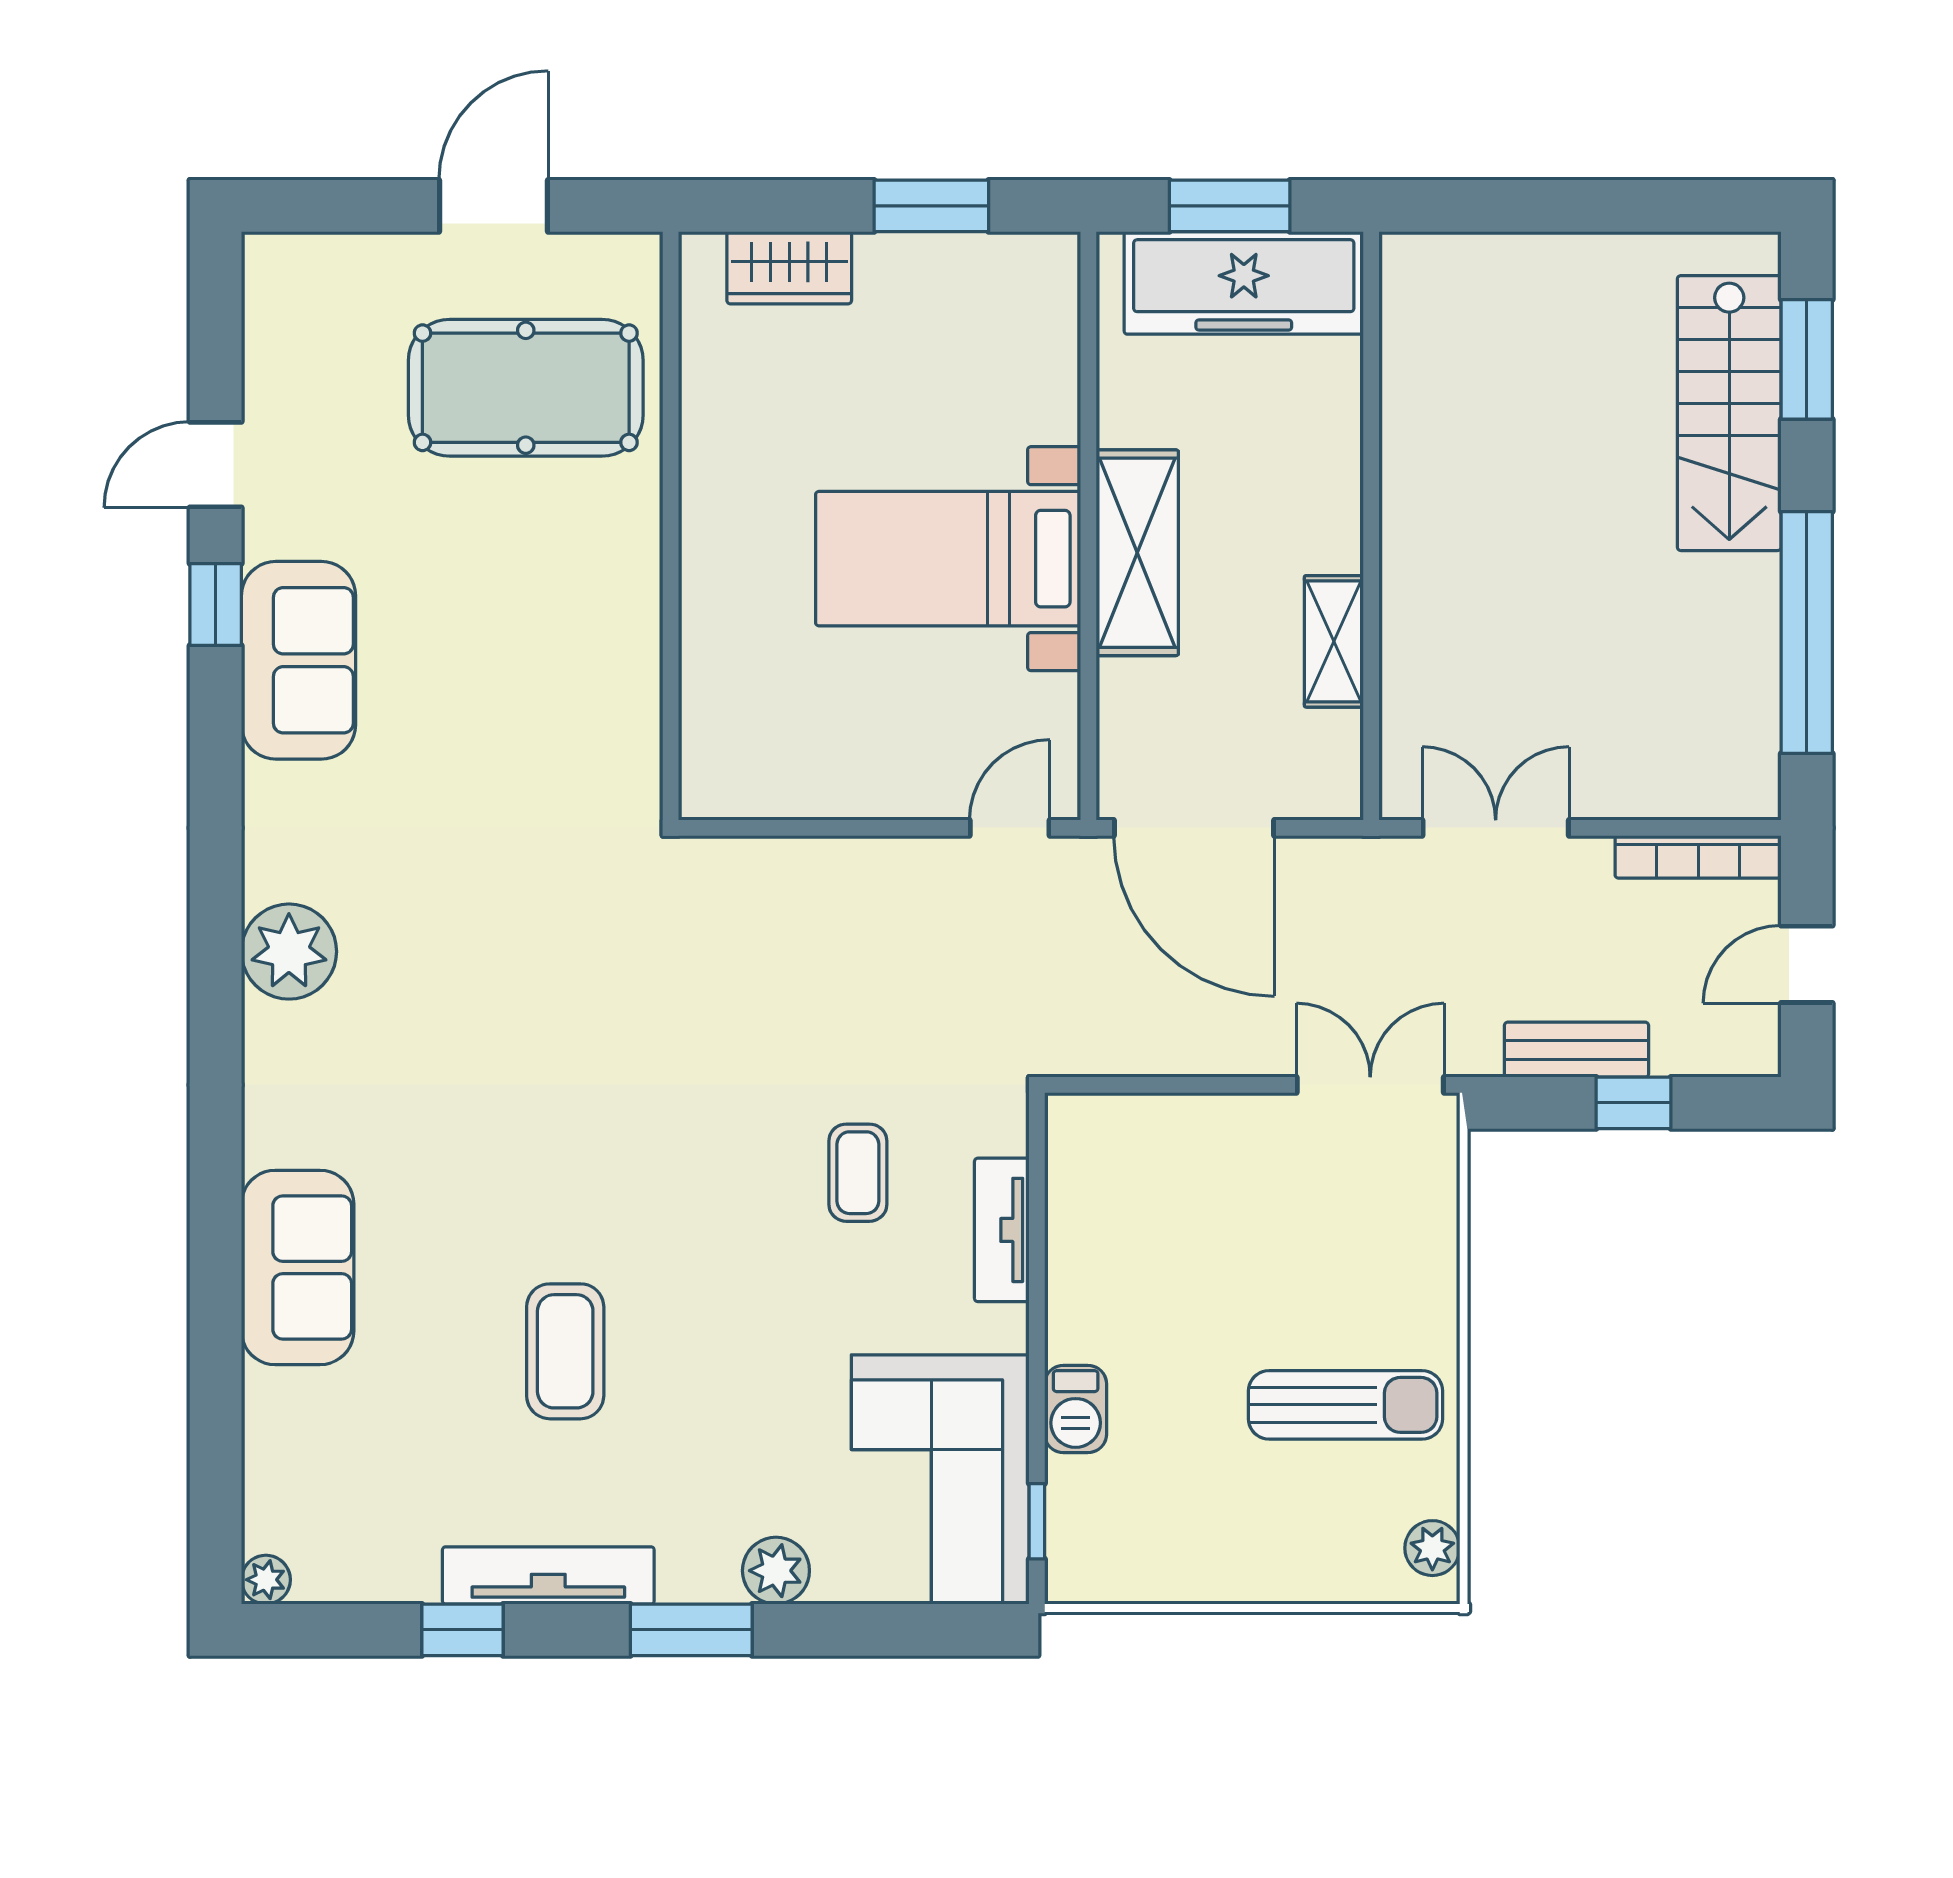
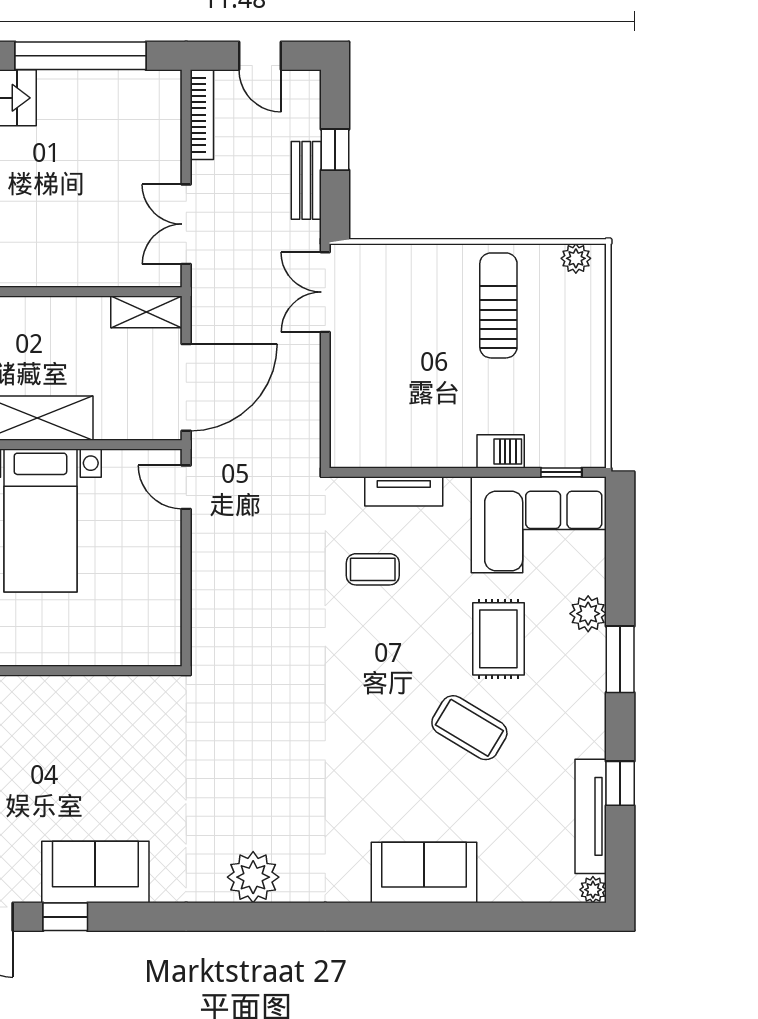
shelving: (1334, 641) -> (146, 312), moved
coffee table: (565, 1351) -> (469, 728), turned 31
rug: (729, 1405) -> (498, 639), added
tv unit: (548, 1575) -> (591, 816), moved

